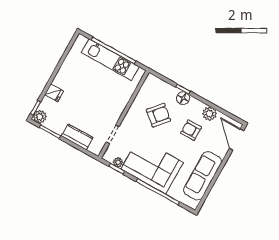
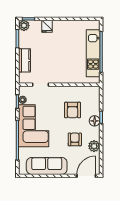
armchair: (158, 115) -> (73, 110), turned 49

